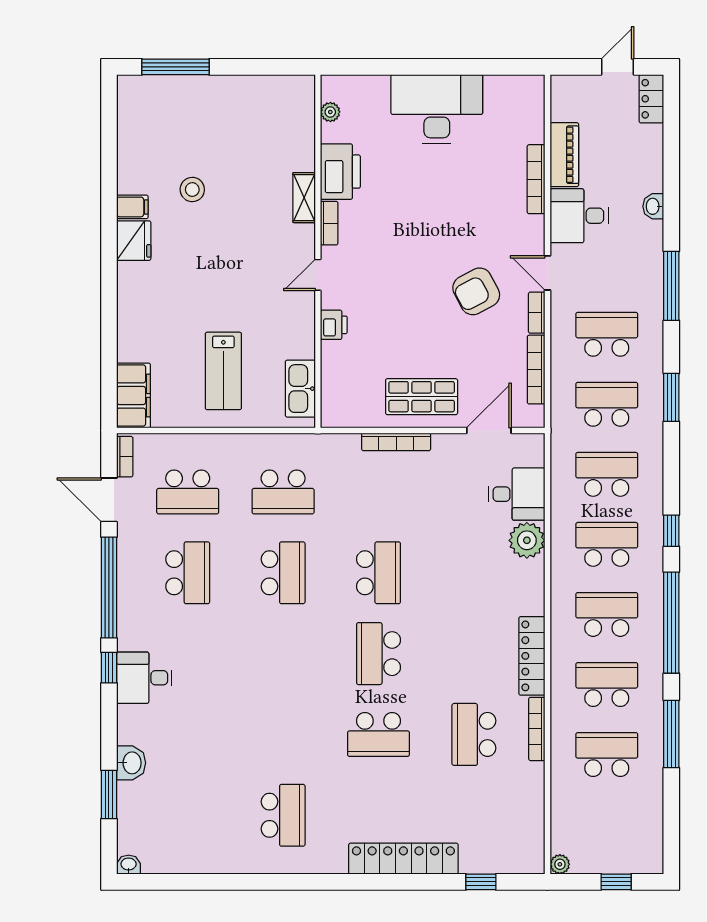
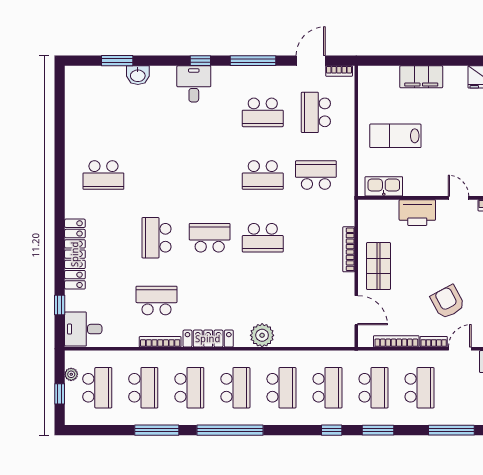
printer: (334, 325) -> (417, 213), width x1.87, depth x1.48
filing cabinet: (134, 396) -> (421, 77), moved
school desk: (283, 492) -> (316, 175), turned 90
desk: (517, 494) -> (83, 329), moved, turned 90
window: (671, 531) -> (332, 430), moved
plant: (527, 540) -> (262, 335), moved
window: (109, 587) -> (253, 61), width x0.68
school desk: (607, 825) -> (97, 388), added
plant: (560, 864) -> (71, 374), moved
washbasin: (129, 865) -> (71, 73), removed

